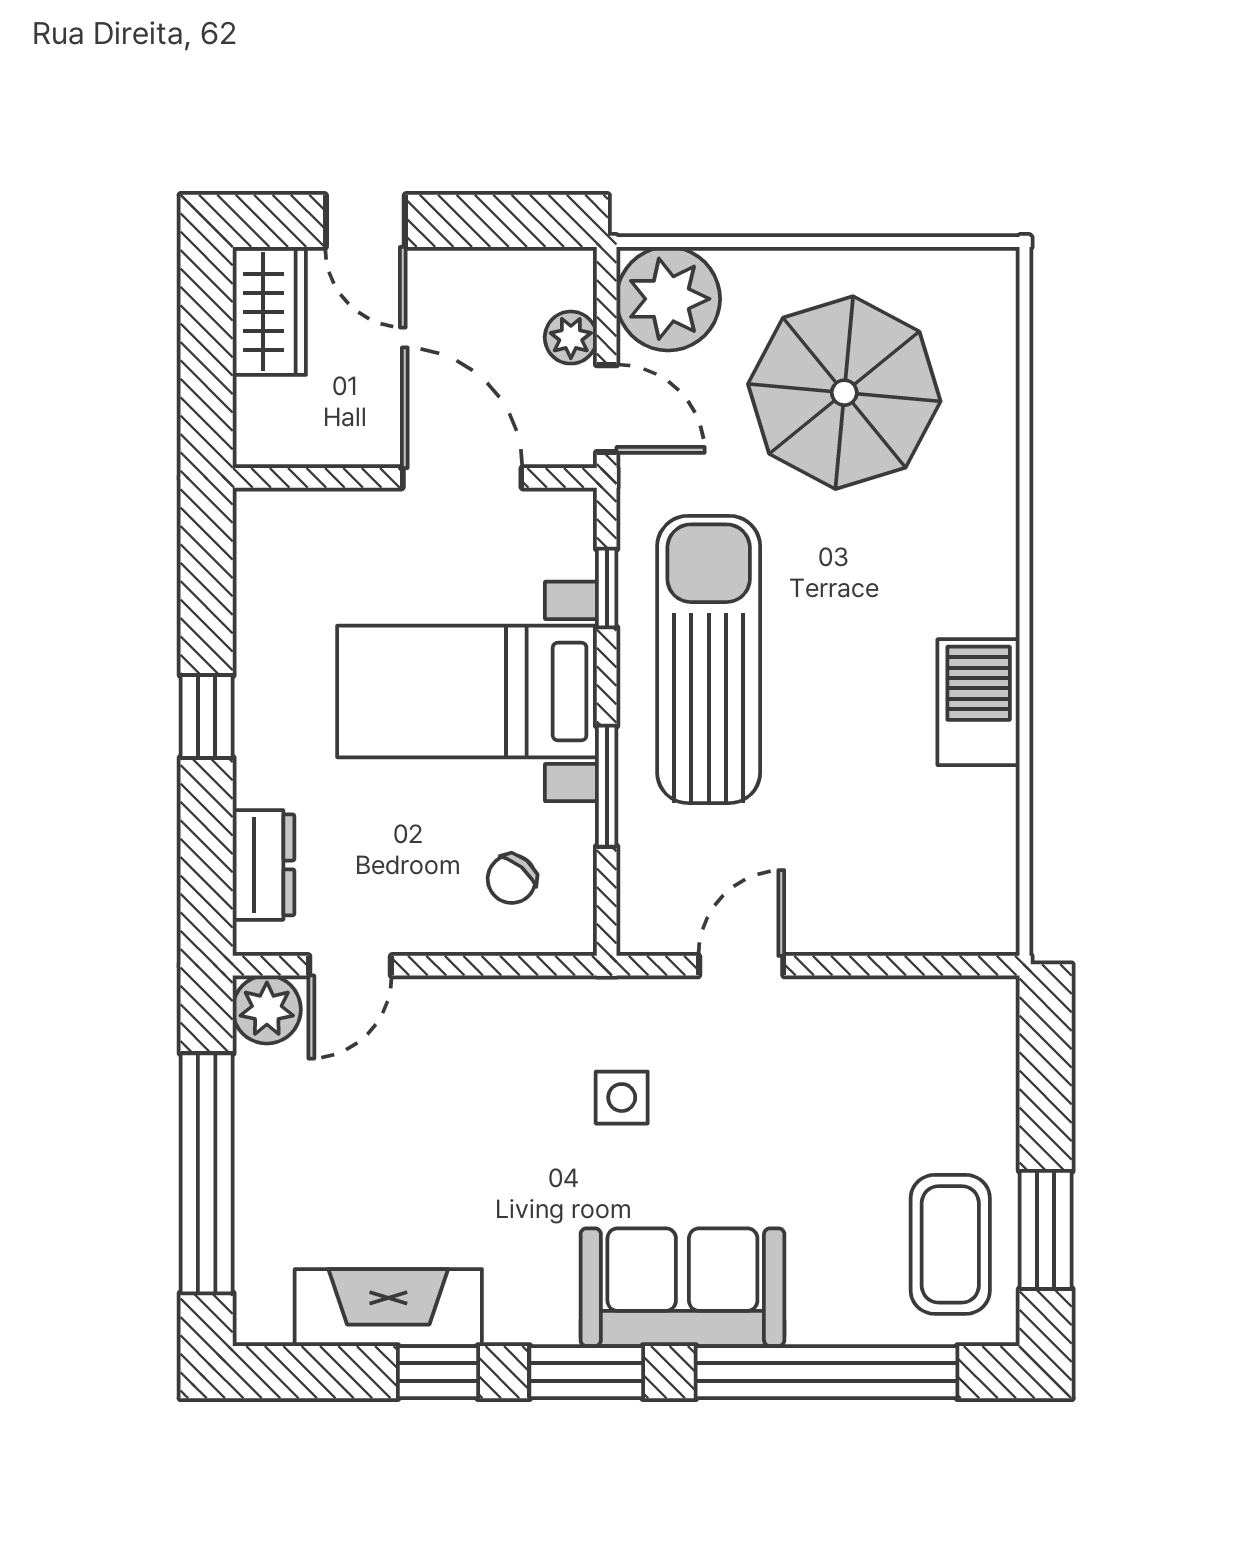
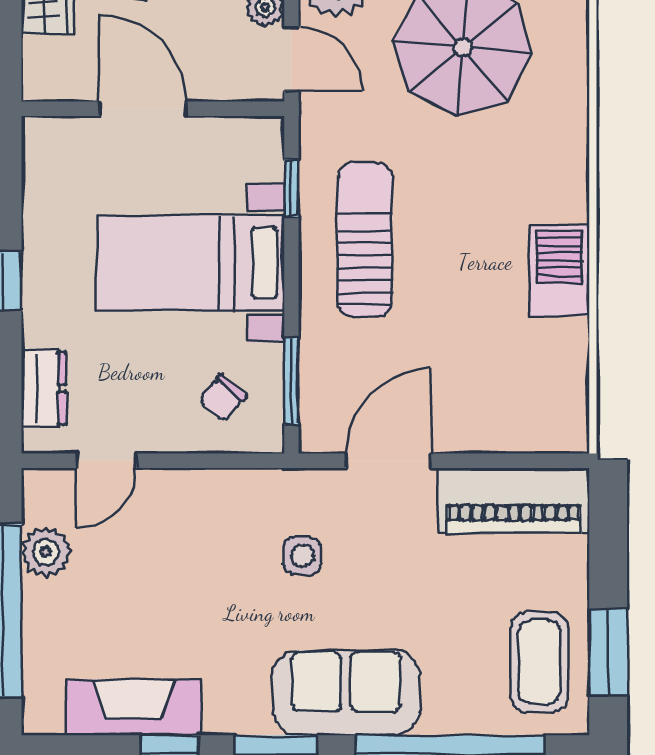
door: (462, 478) -> (143, 109), moved
sun lounger: (709, 659) -> (365, 240), width x0.73, depth x0.75
window: (607, 786) -> (291, 381), moved
door: (741, 966) -> (388, 461), width x1.38
plant: (267, 1009) -> (46, 552), moved
piano: (915, 1021) -> (514, 501), added

